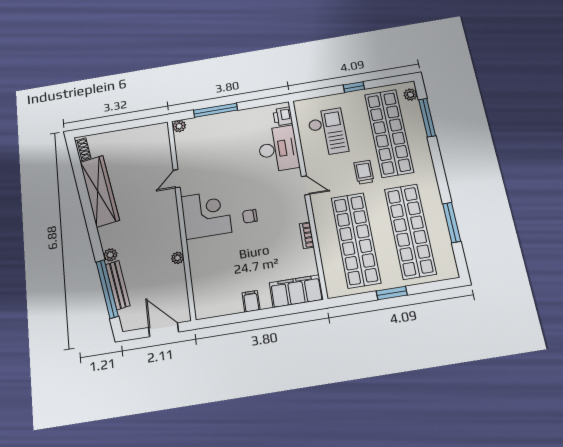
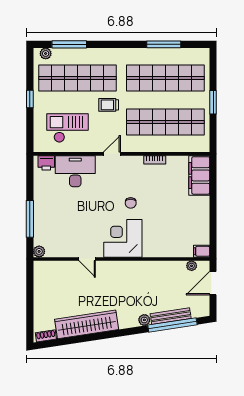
plant: (178, 258) -> (192, 266), moved
filing cabinet: (251, 301) -> (202, 251), moved

